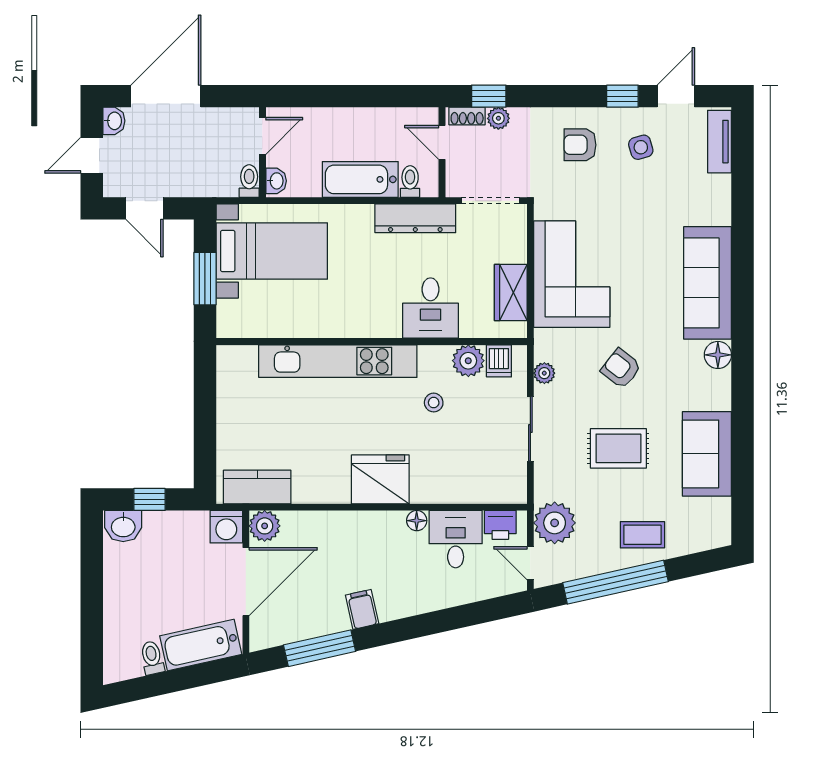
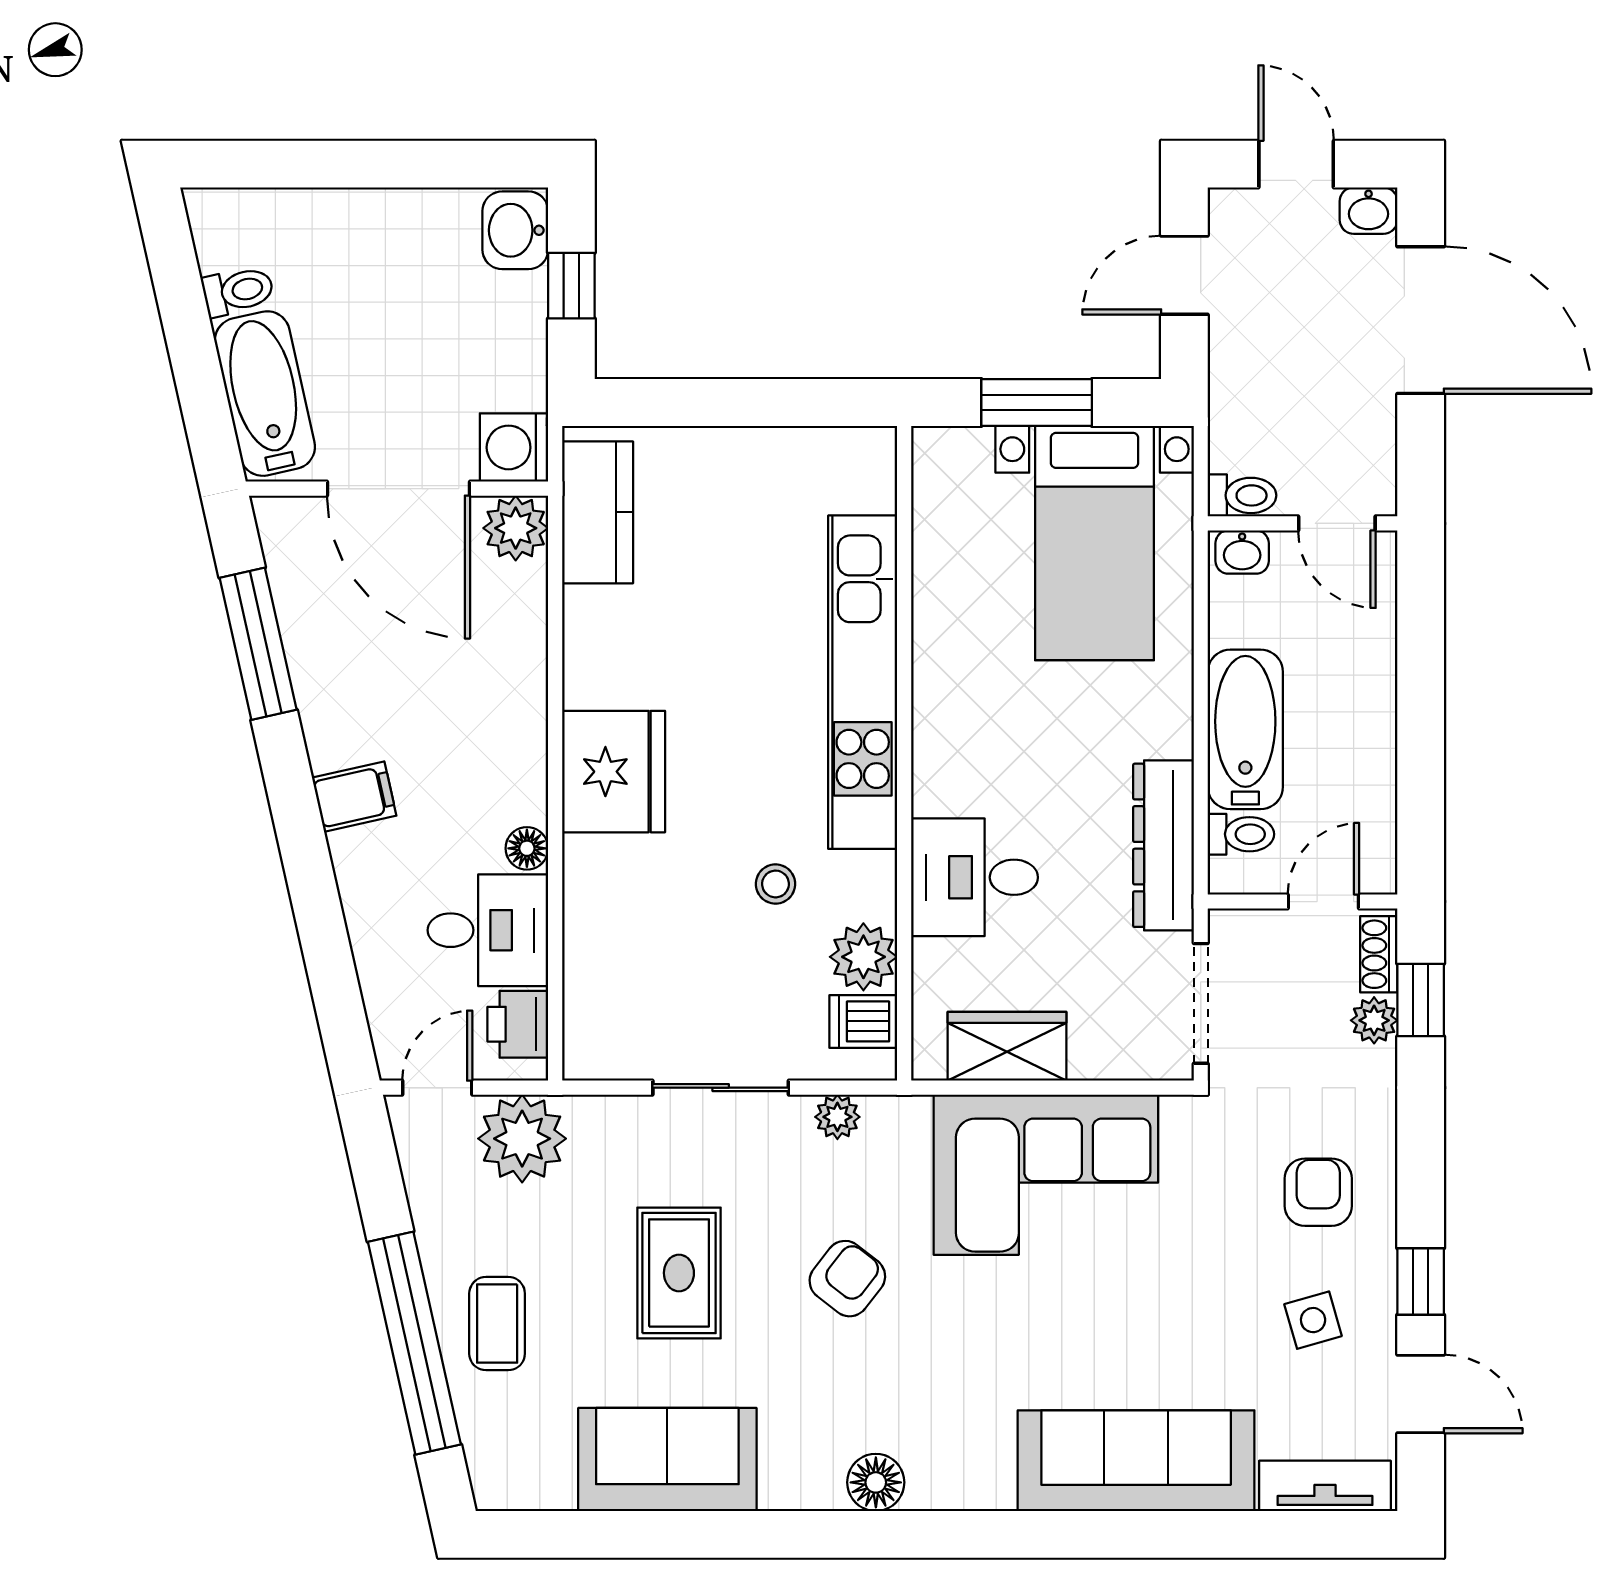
sofa: (708, 283) -> (1136, 1461), moved
window: (615, 582) -> (414, 1343), moved
filing cabinet: (362, 609) -> (354, 797), moved

